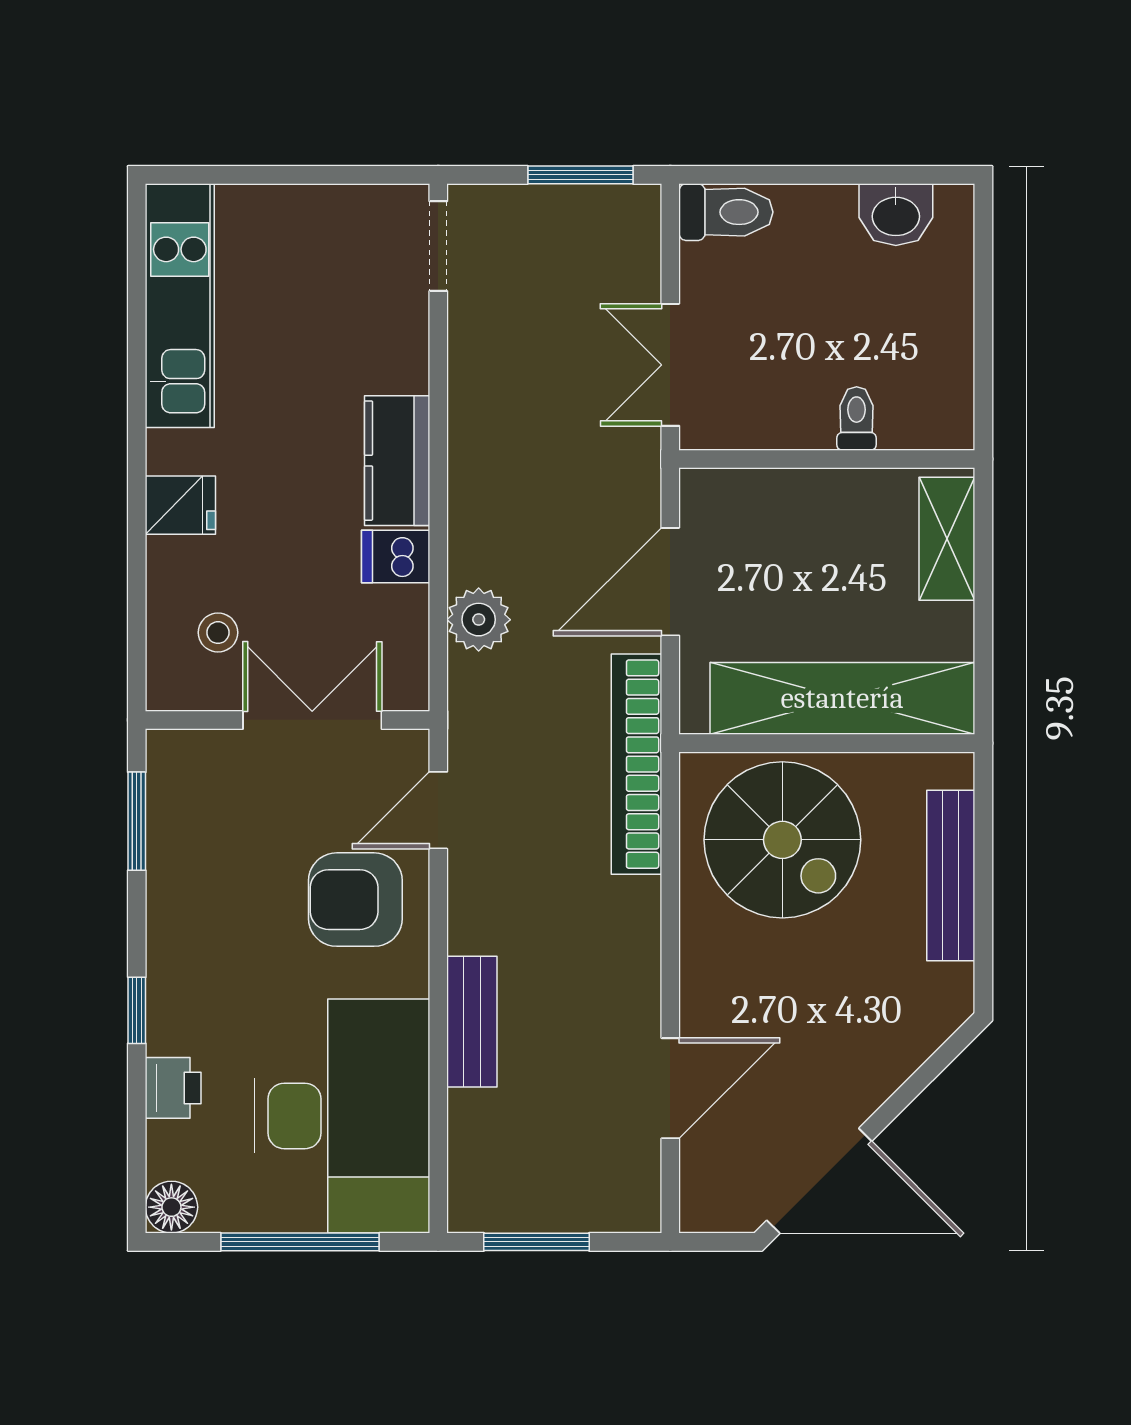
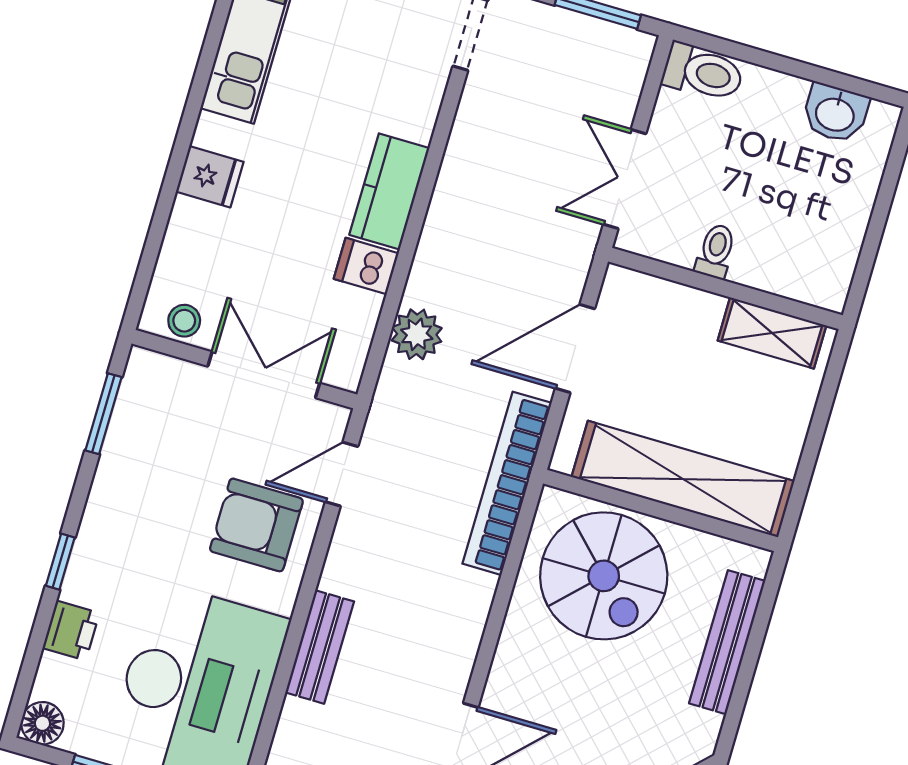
toilet: (857, 418) -> (716, 251), moved
shelving: (947, 539) -> (772, 333), moved, turned 90
stool: (218, 633) -> (184, 321), moved

